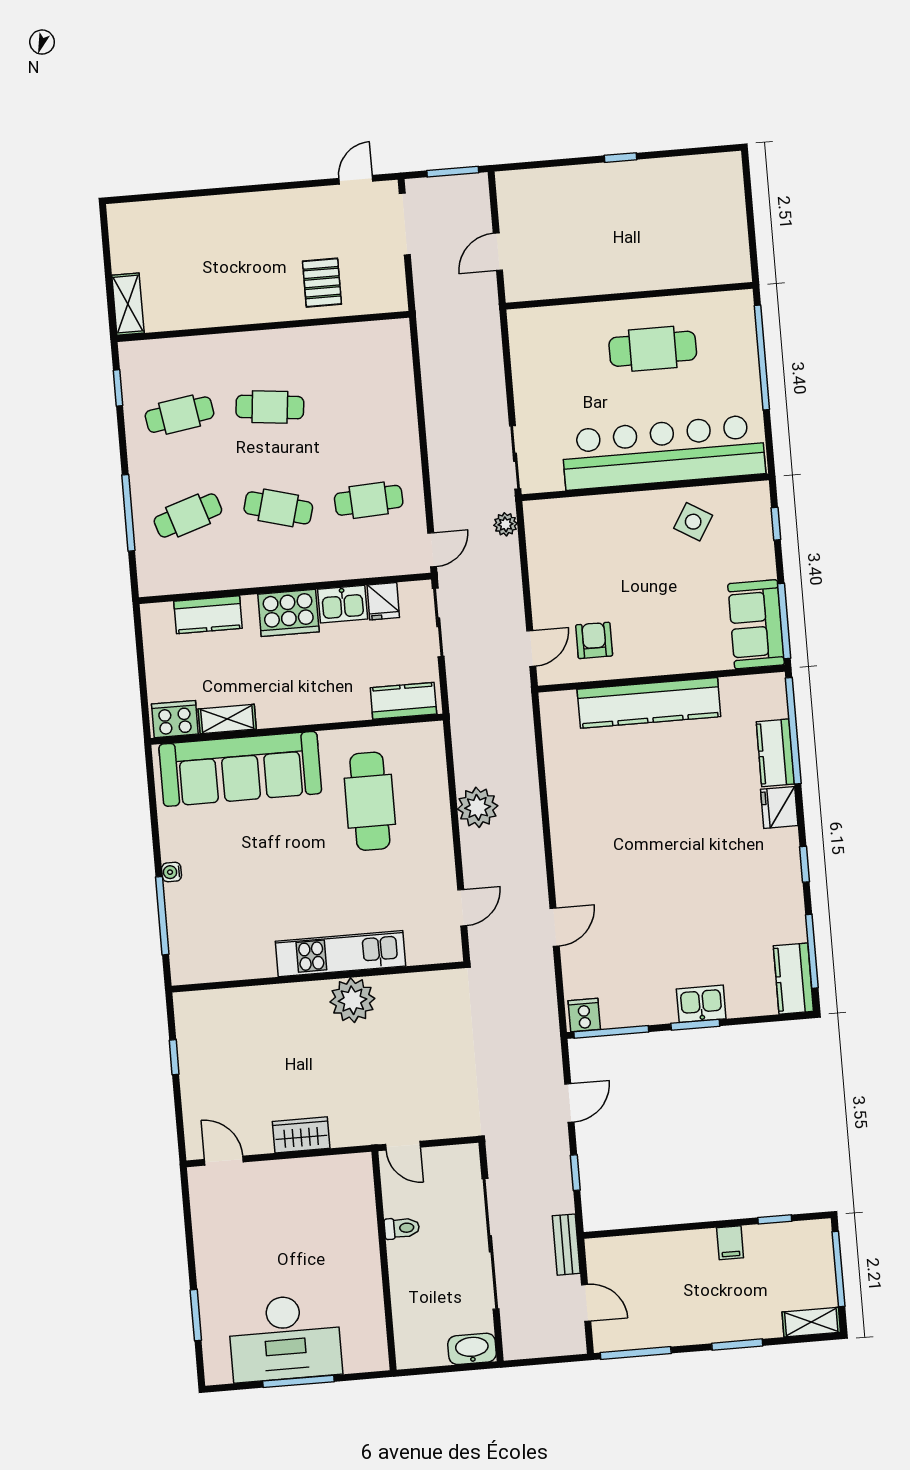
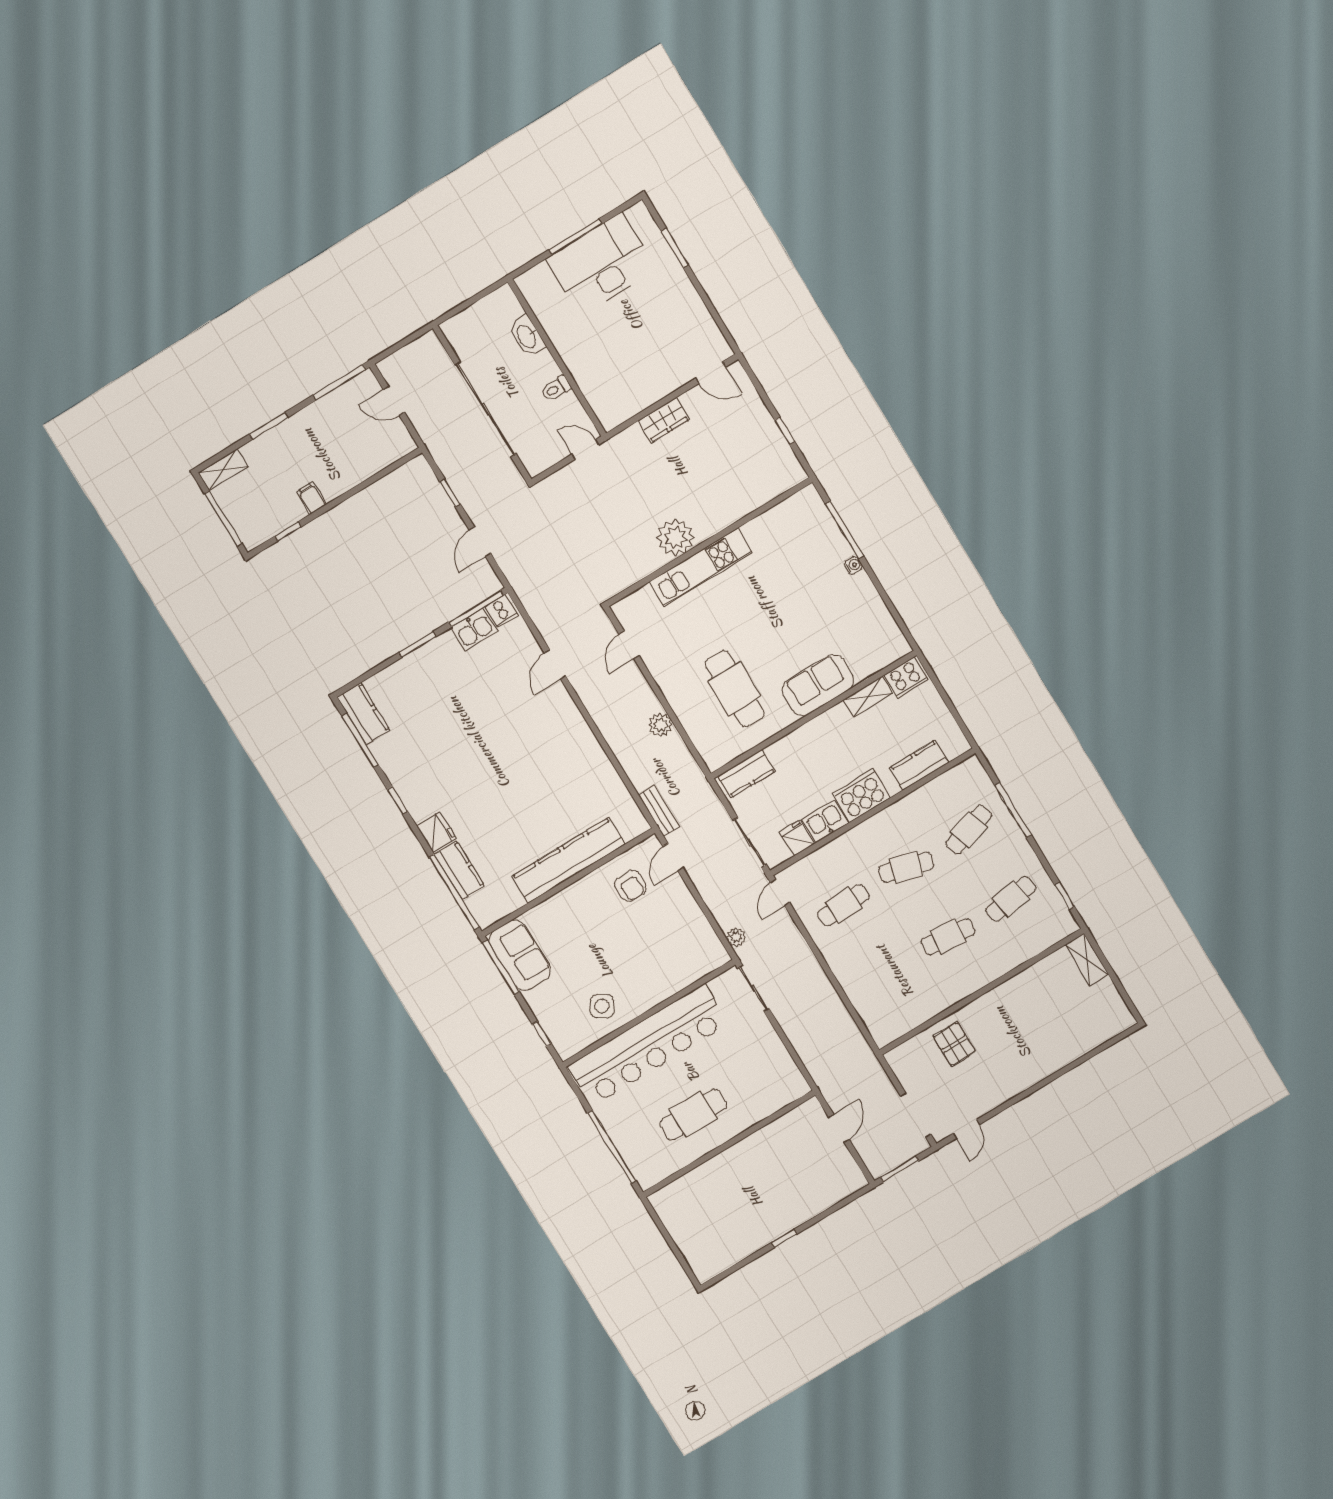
sofa: (240, 769) -> (818, 685), width x0.54, depth x0.79
plant: (478, 807) -> (660, 725), width x0.73, depth x0.73
kitchen sink: (701, 1004) -> (474, 629), moved
bench: (566, 1245) -> (659, 811), moved
washbasin: (472, 1349) -> (527, 336), moved, turned 90

